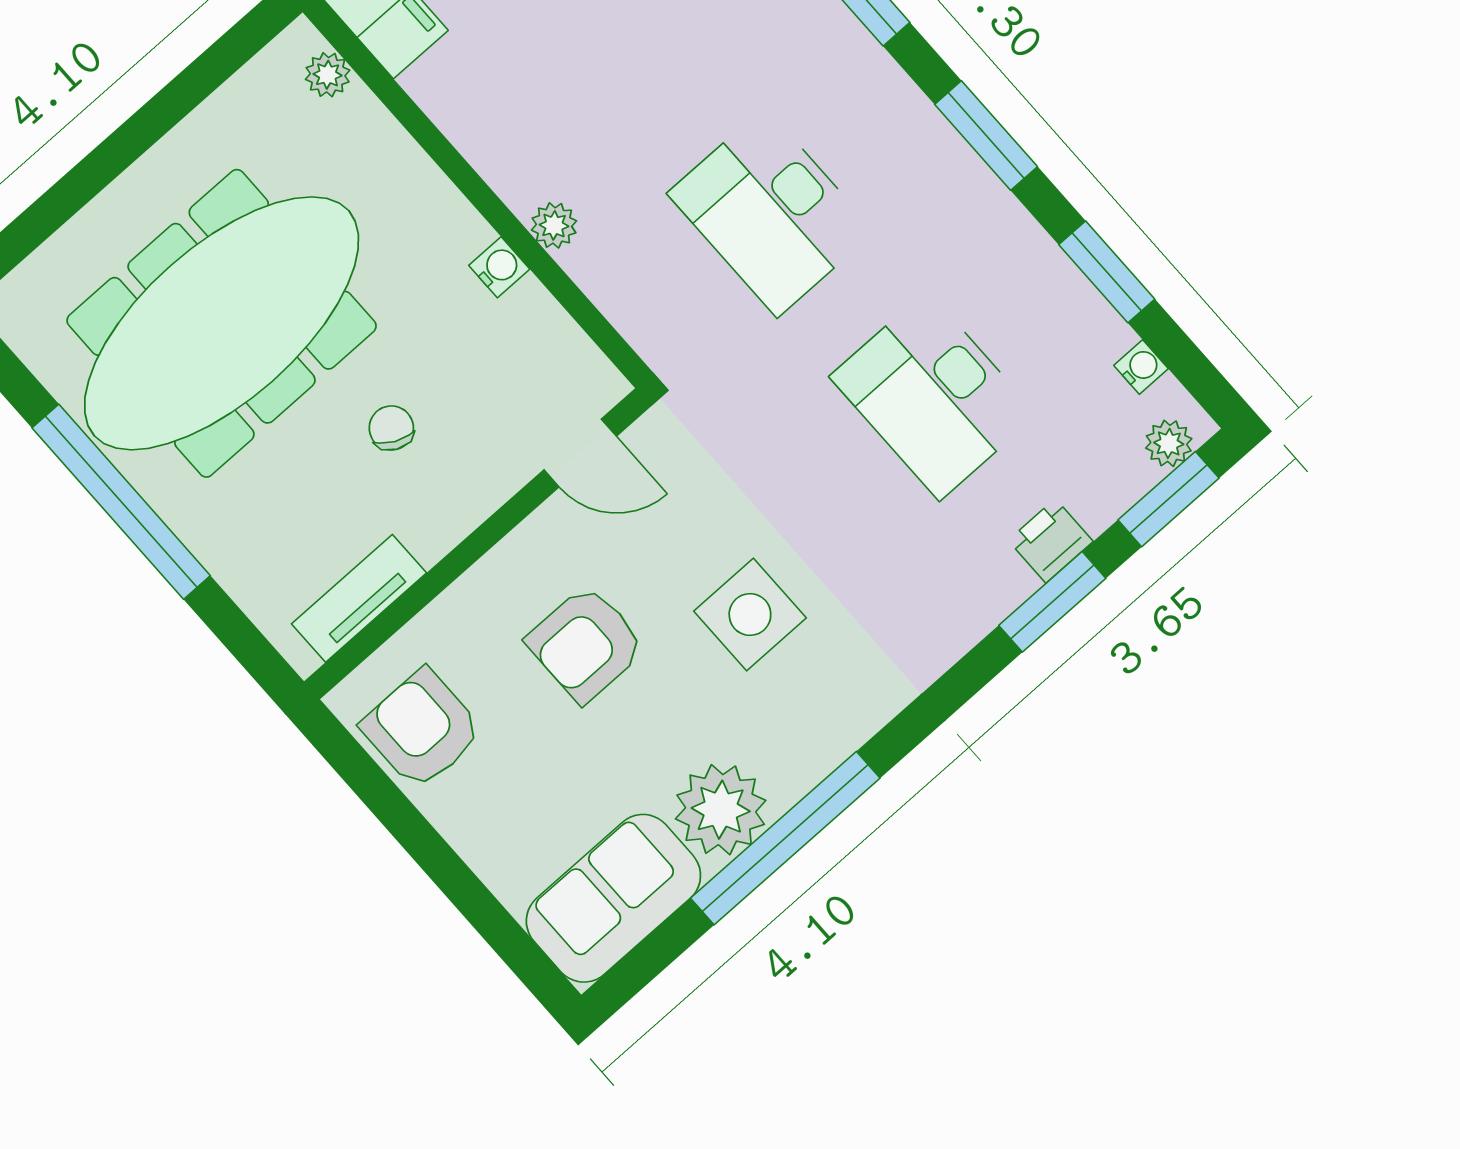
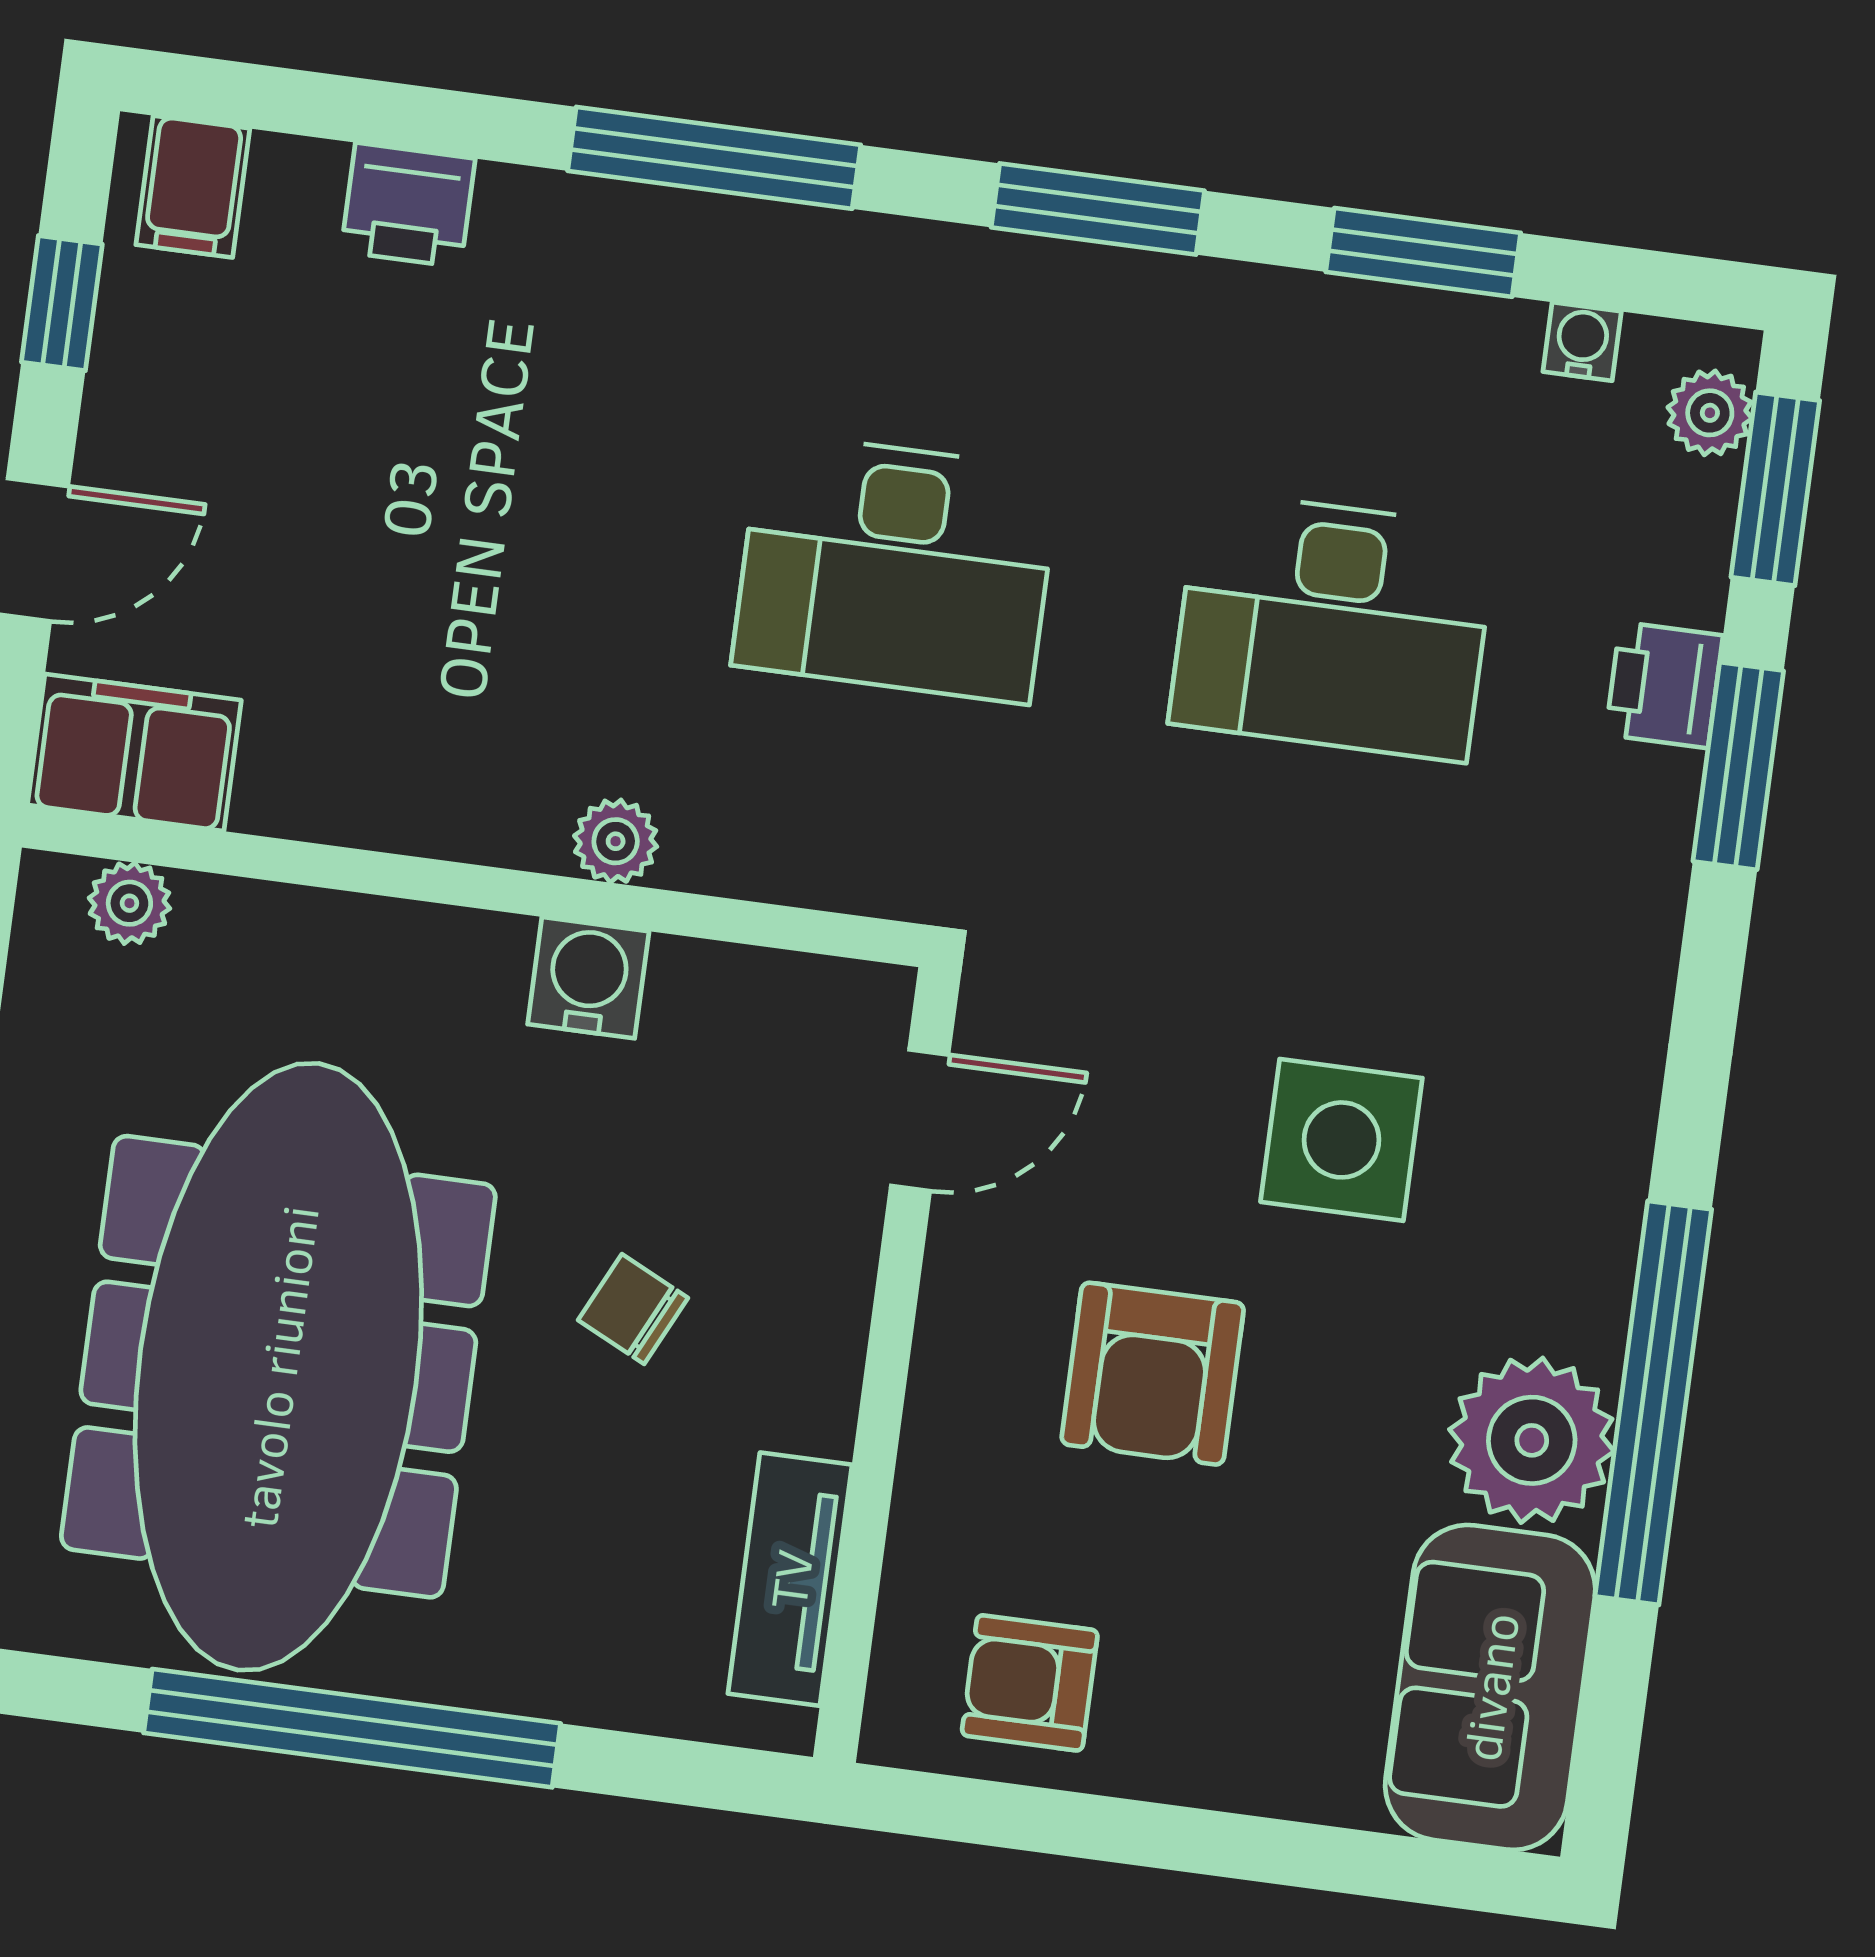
water cooler: (499, 267) -> (588, 978), width x1.38, depth x1.38
armchair: (422, 729) -> (1030, 1683), width x0.72, depth x0.72

